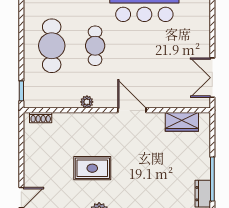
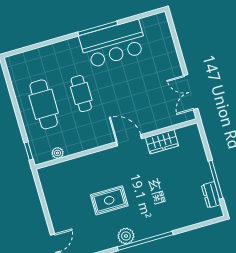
plant: (87, 102) -> (58, 153), moved
shoe rack: (41, 118) -> (52, 169), removed
wardrobe: (182, 122) -> (162, 142), moved

